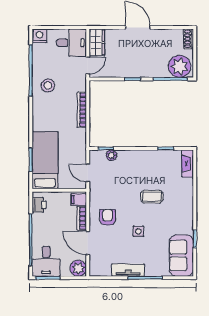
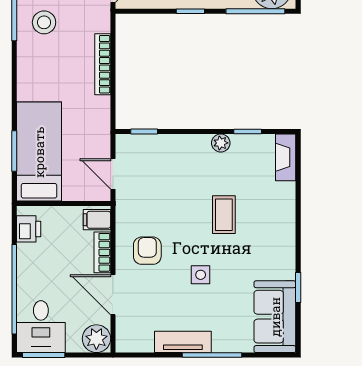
plant: (111, 155) -> (221, 143), moved
coffee table: (152, 197) -> (224, 215), turned 90

